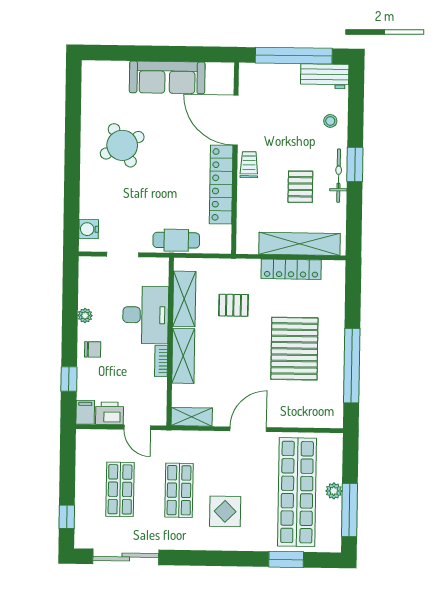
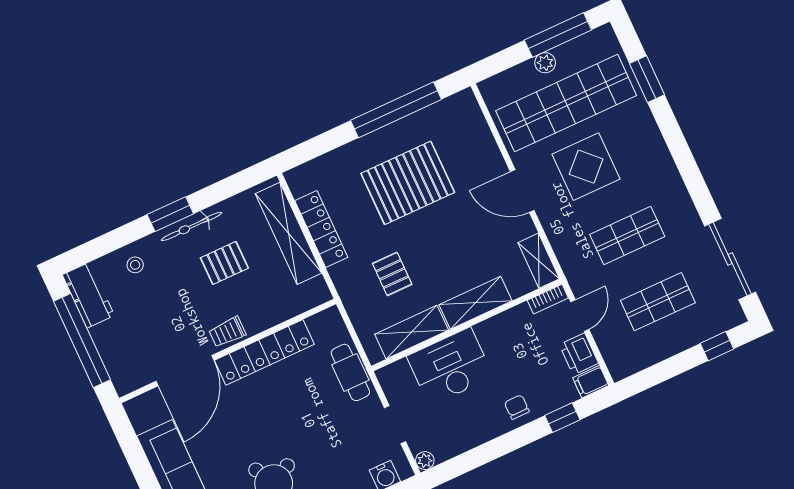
plant: (85, 316) -> (425, 461), moved
bookcase: (161, 361) -> (548, 299), moved
display table: (225, 511) -> (586, 167), moved, width x1.36, depth x1.36

